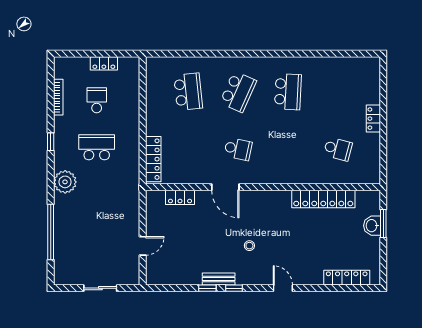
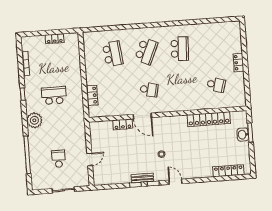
school desk: (97, 100) -> (59, 159), moved
locker: (153, 159) -> (92, 95), width x0.66
locker: (180, 197) -> (123, 124), moved
door: (283, 288) -> (175, 182), moved

